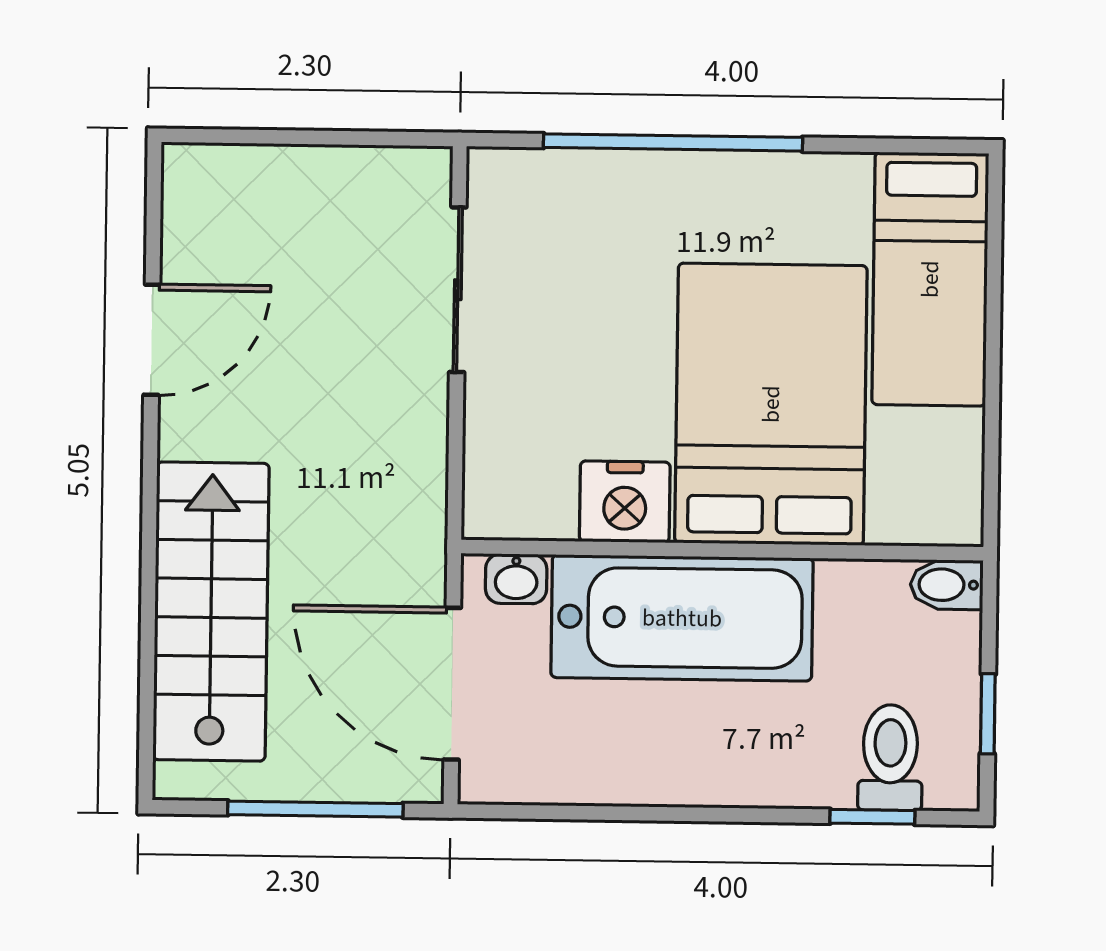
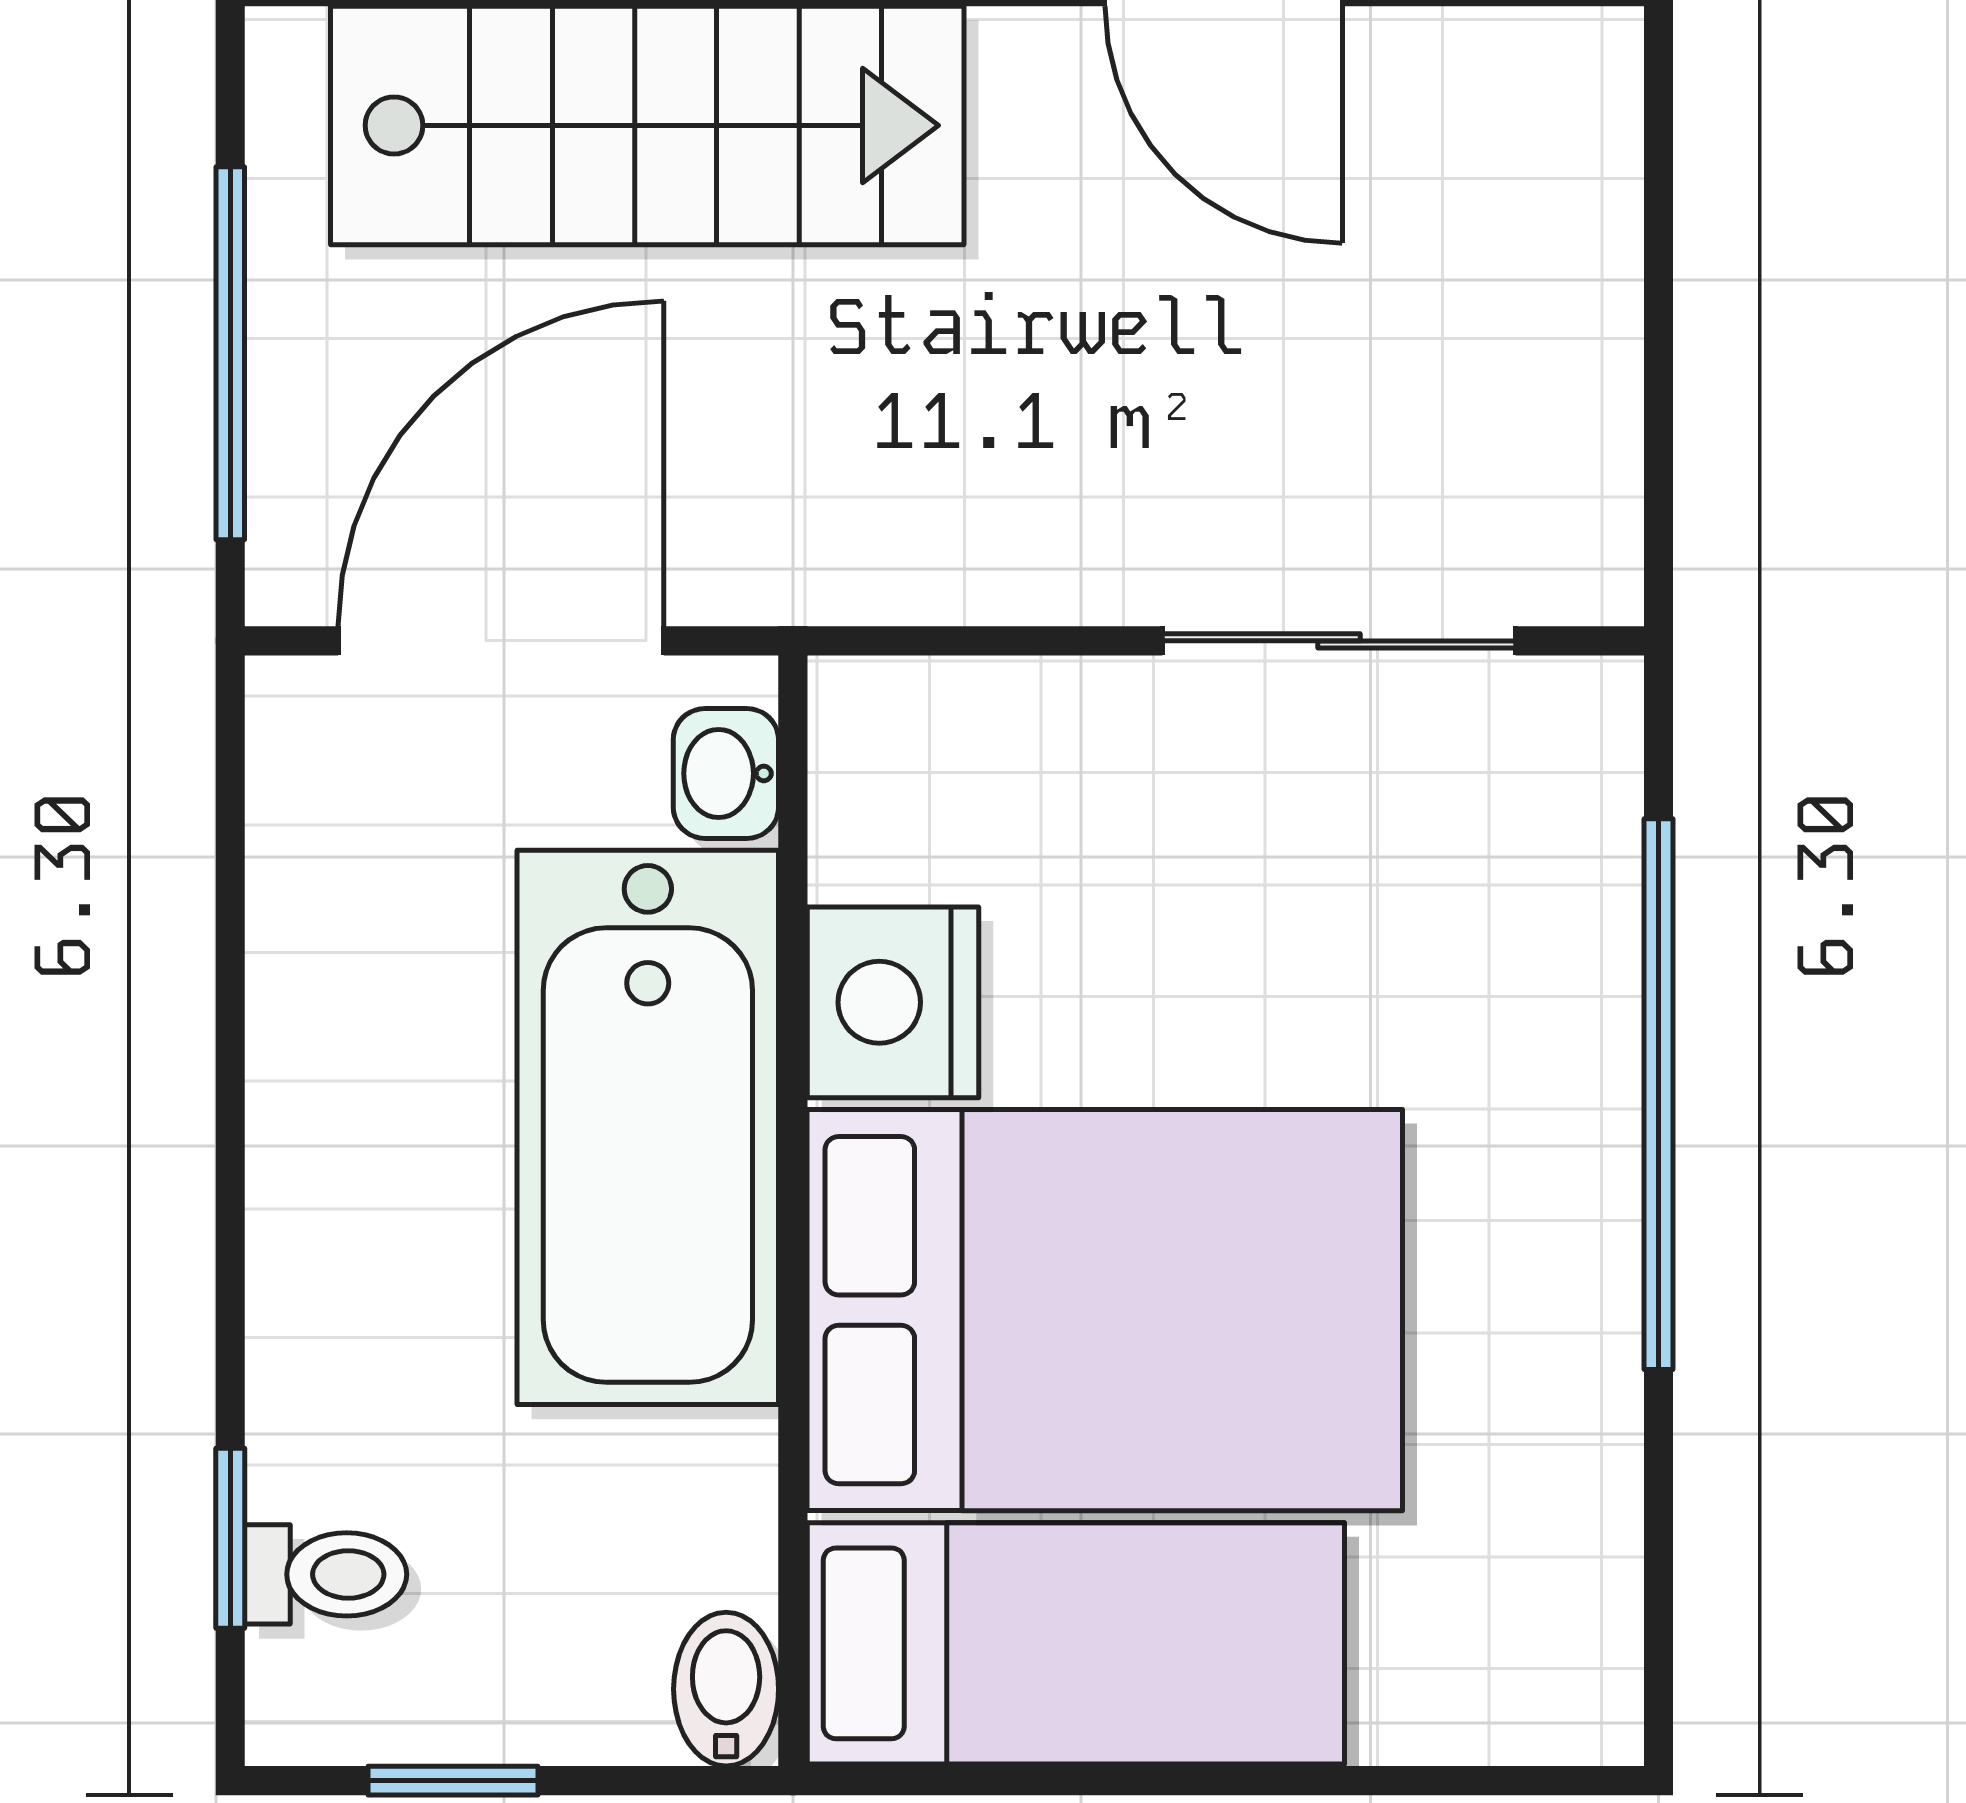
bed: (930, 279) -> (1076, 1643), moved, turned 180
toilet: (890, 758) -> (326, 1574), width x0.73, depth x0.72

